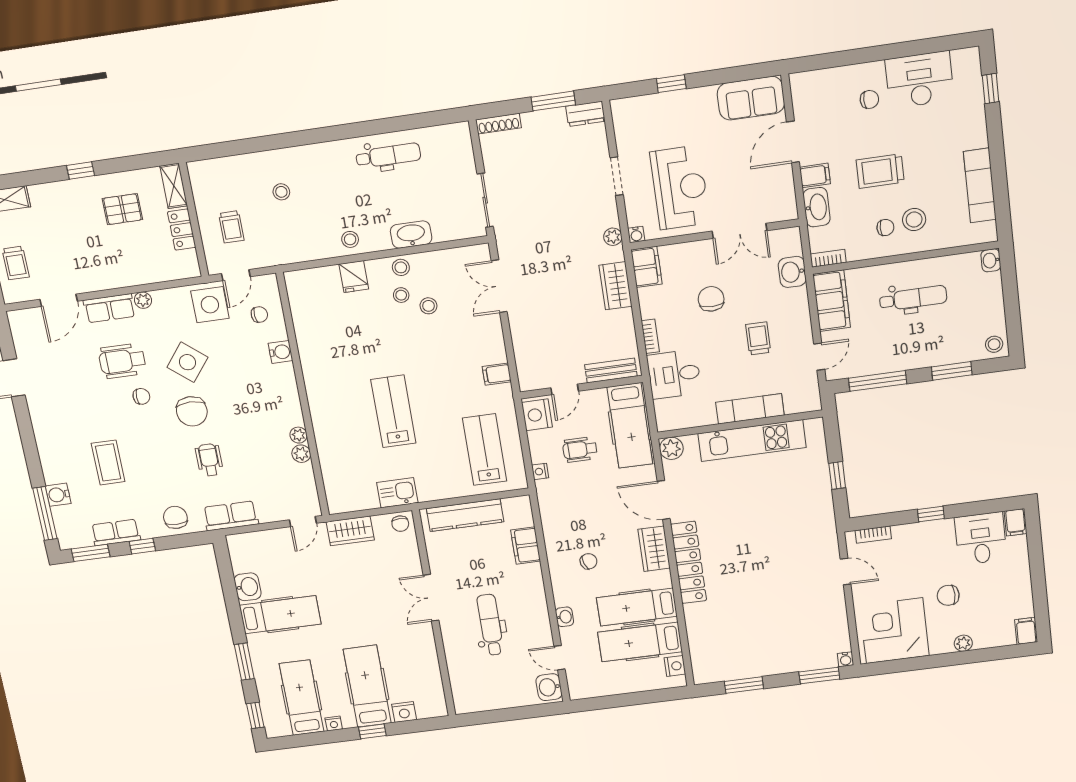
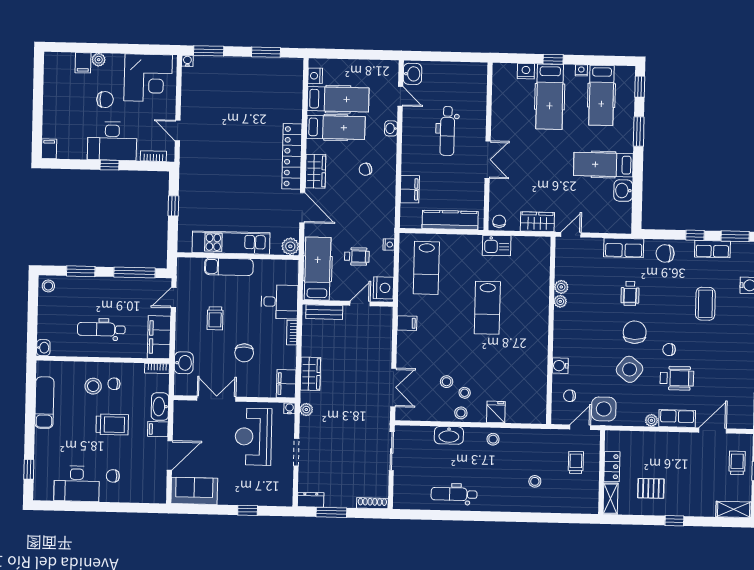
chair: (175, 517) -> (665, 253), turned 90
desk: (981, 539) -> (112, 141), moved, width x1.37
filing cabinet: (1026, 631) -> (83, 63), moved

